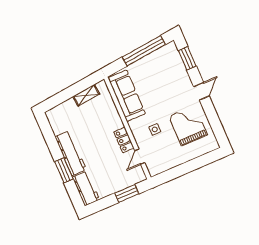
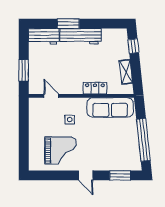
window: (58, 99) -> (133, 46), added
locker: (124, 140) -> (95, 88), moved

